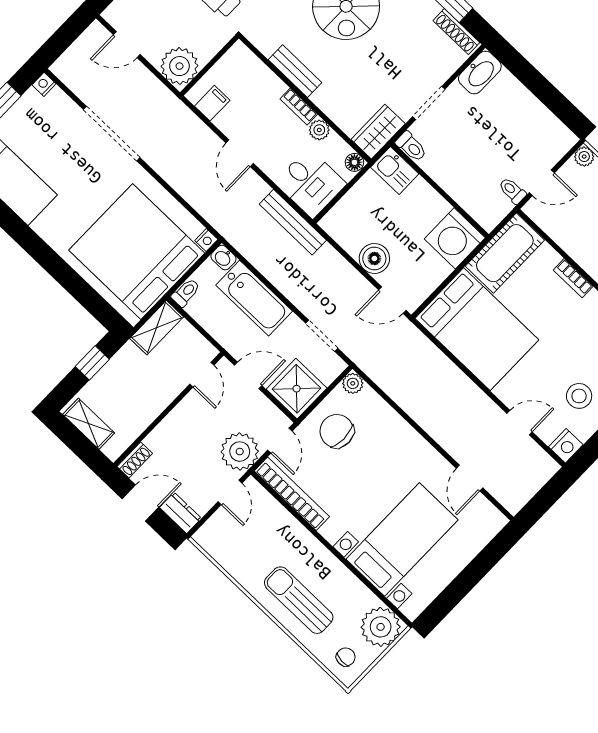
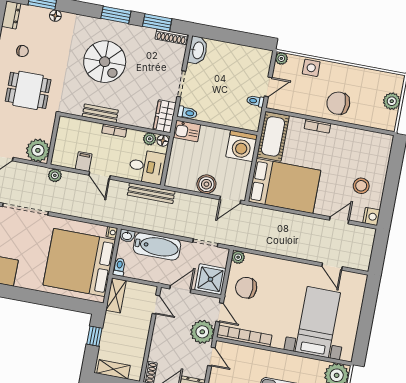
filing cabinet: (212, 103) -> (84, 162), moved
plant: (180, 114) -> (55, 175), added
plant: (319, 130) -> (150, 139), moved

